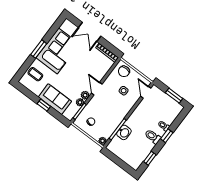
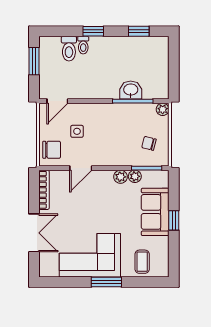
door: (97, 89) -> (81, 168), moved
toilet: (153, 137) -> (69, 49), moved

